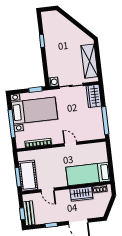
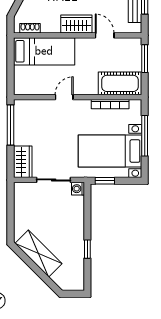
shelving: (89, 61) -> (38, 253), moved, turned -45
door: (70, 144) -> (64, 97), swing flipped
cot: (28, 176) -> (120, 83), moved, turned 90
wardrobe: (81, 194) -> (76, 24), moved

